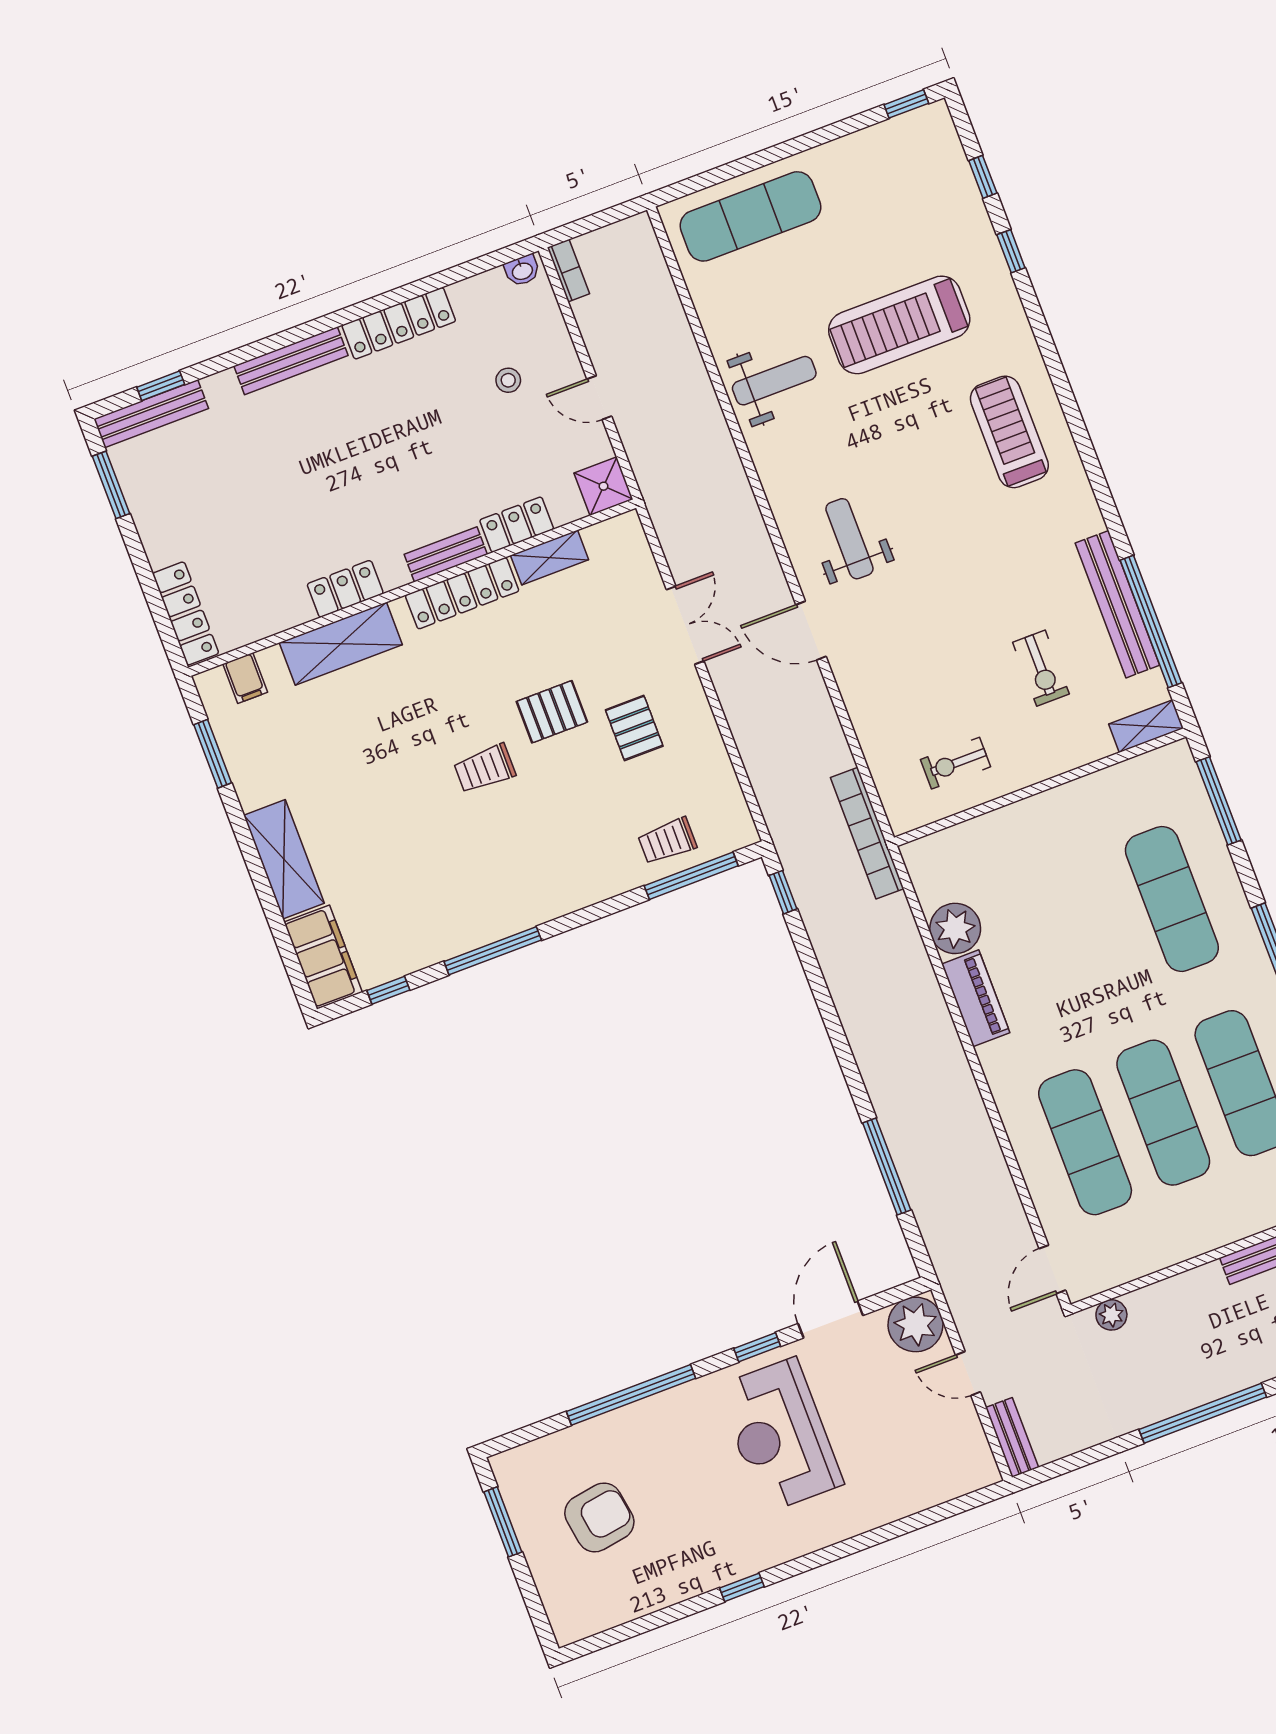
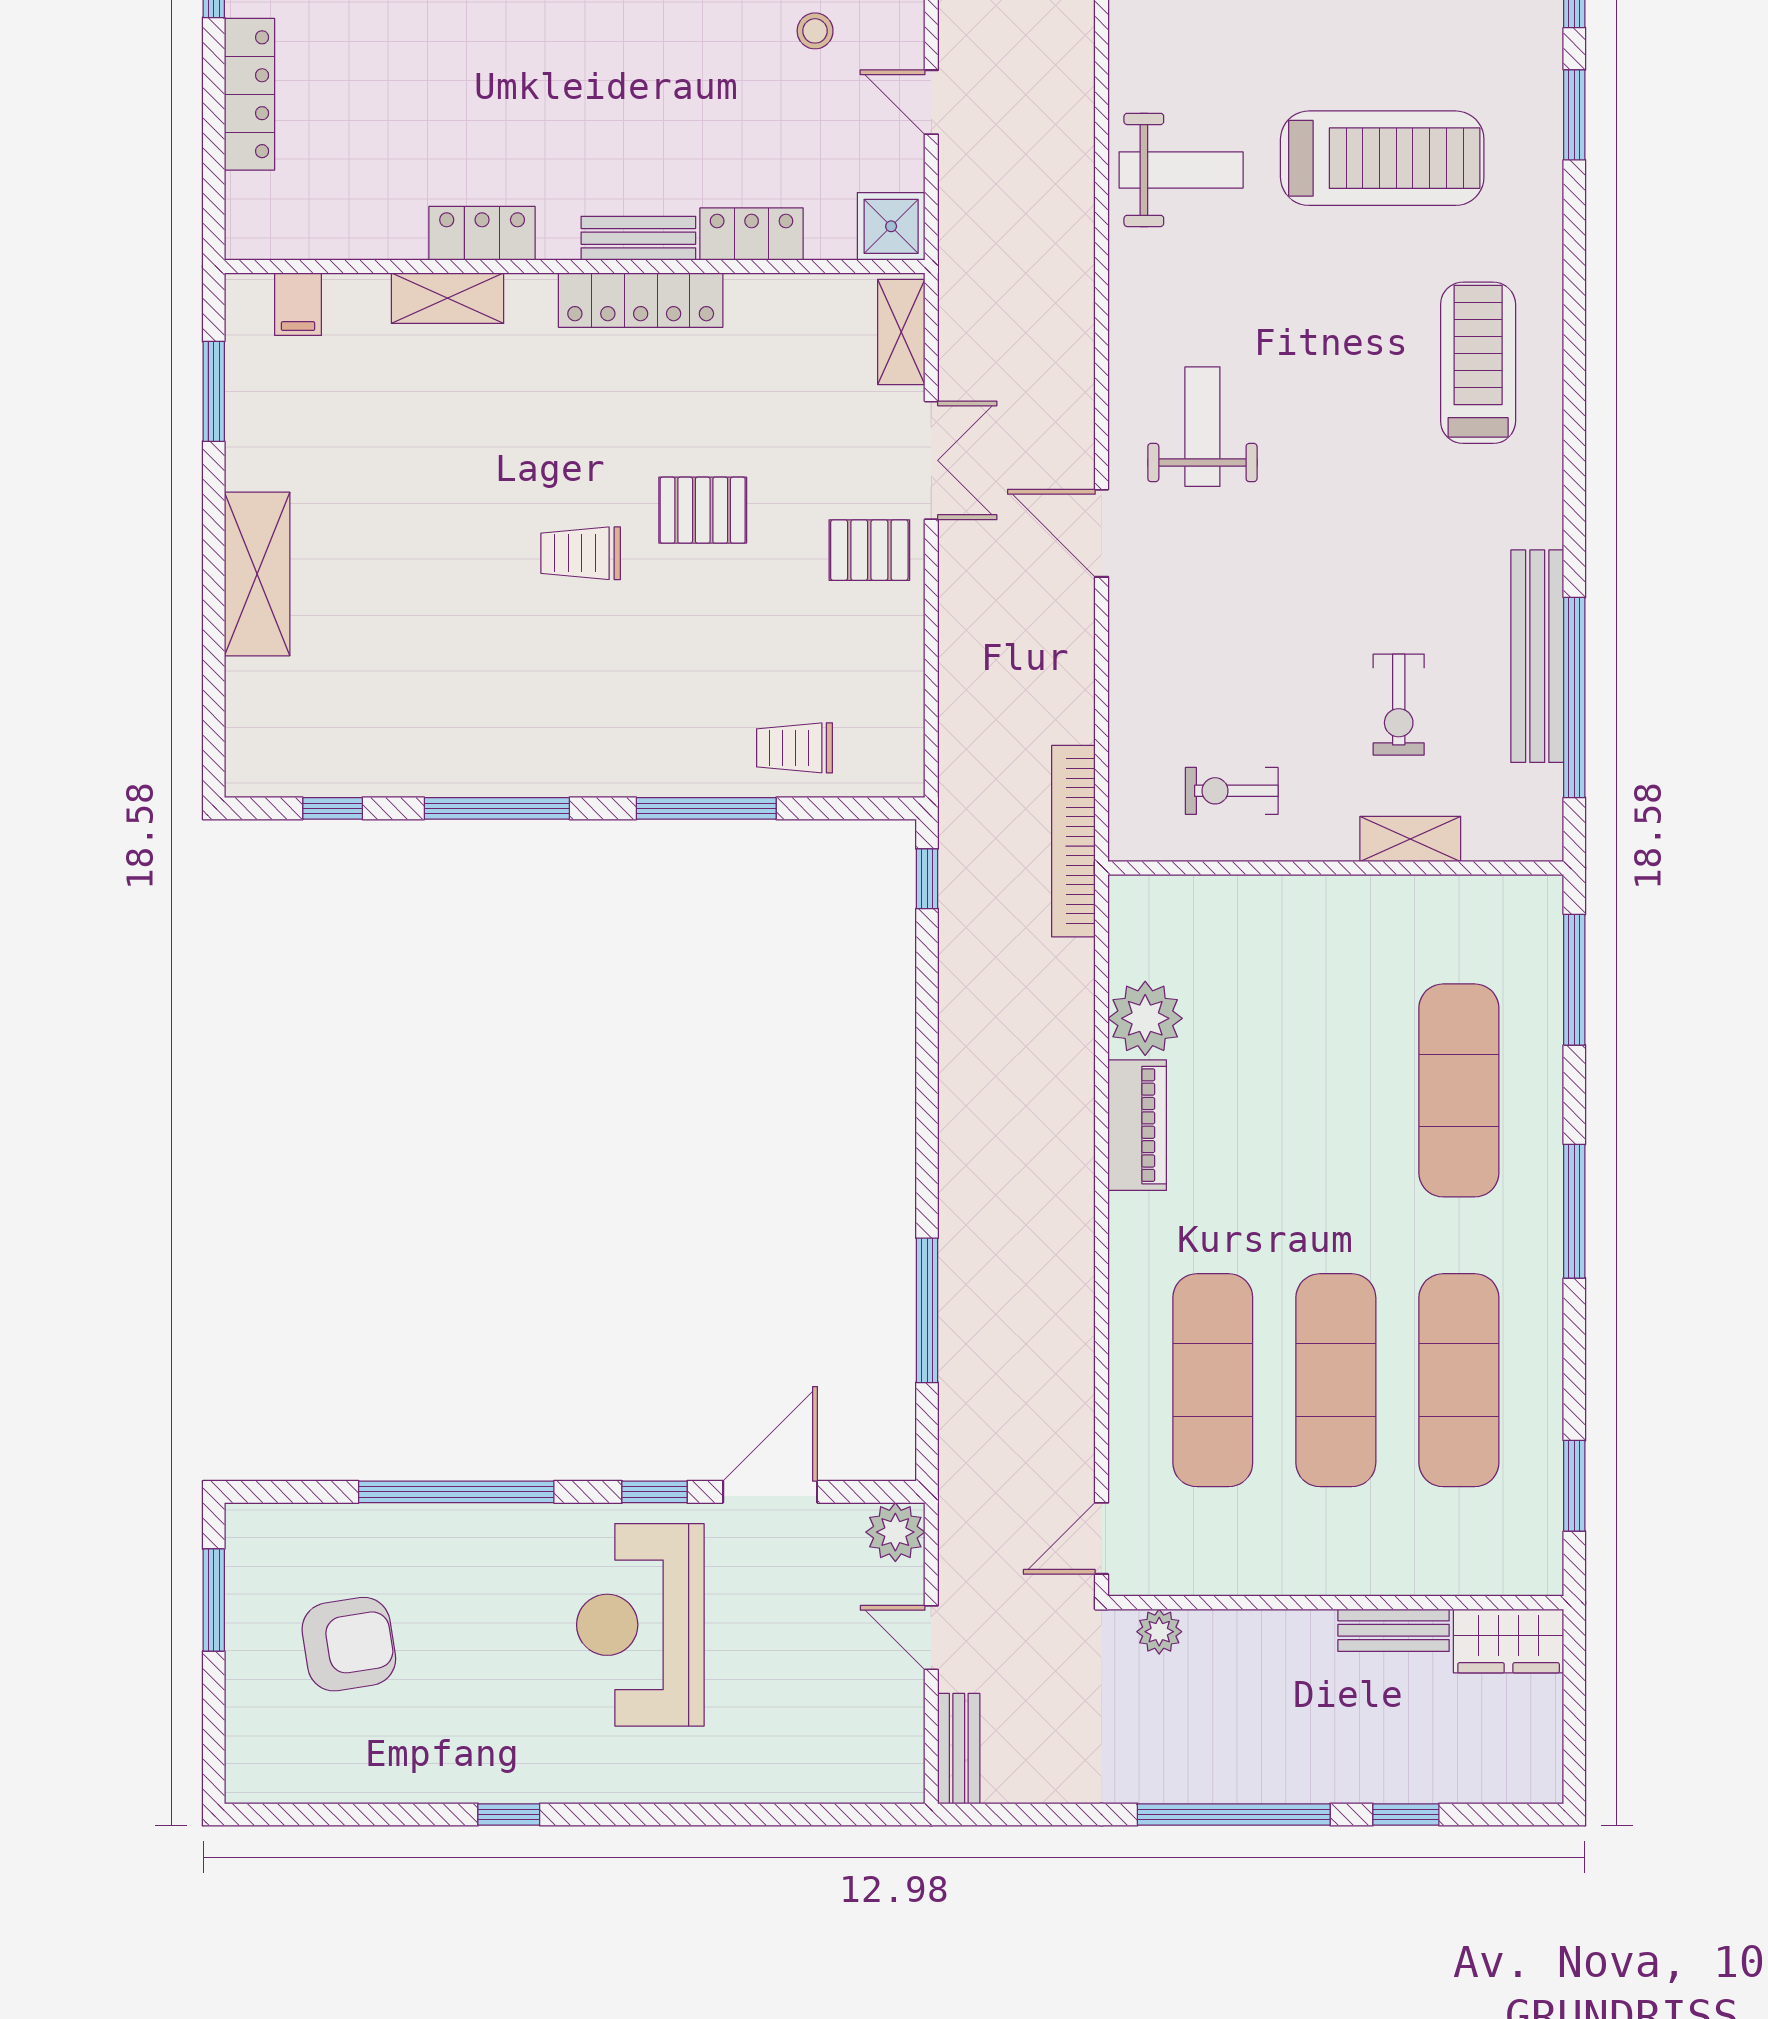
window: (1011, 251) -> (1574, 115), width x1.50
treadmill: (899, 325) -> (1382, 158), turned 180
shelving: (550, 558) -> (901, 332), moved, turned 90
locker: (186, 613) -> (249, 94), moved
shelving: (341, 644) -> (448, 298), width x0.67, depth x0.75
shelving: (1146, 726) -> (1410, 839), moved
pallet: (634, 728) -> (869, 550), moved, turned 90
window: (691, 876) -> (706, 808), moved
filing cabinet: (323, 957) -> (260, 729), removed
plant: (916, 1324) -> (895, 1532), width x0.73, depth x0.73

